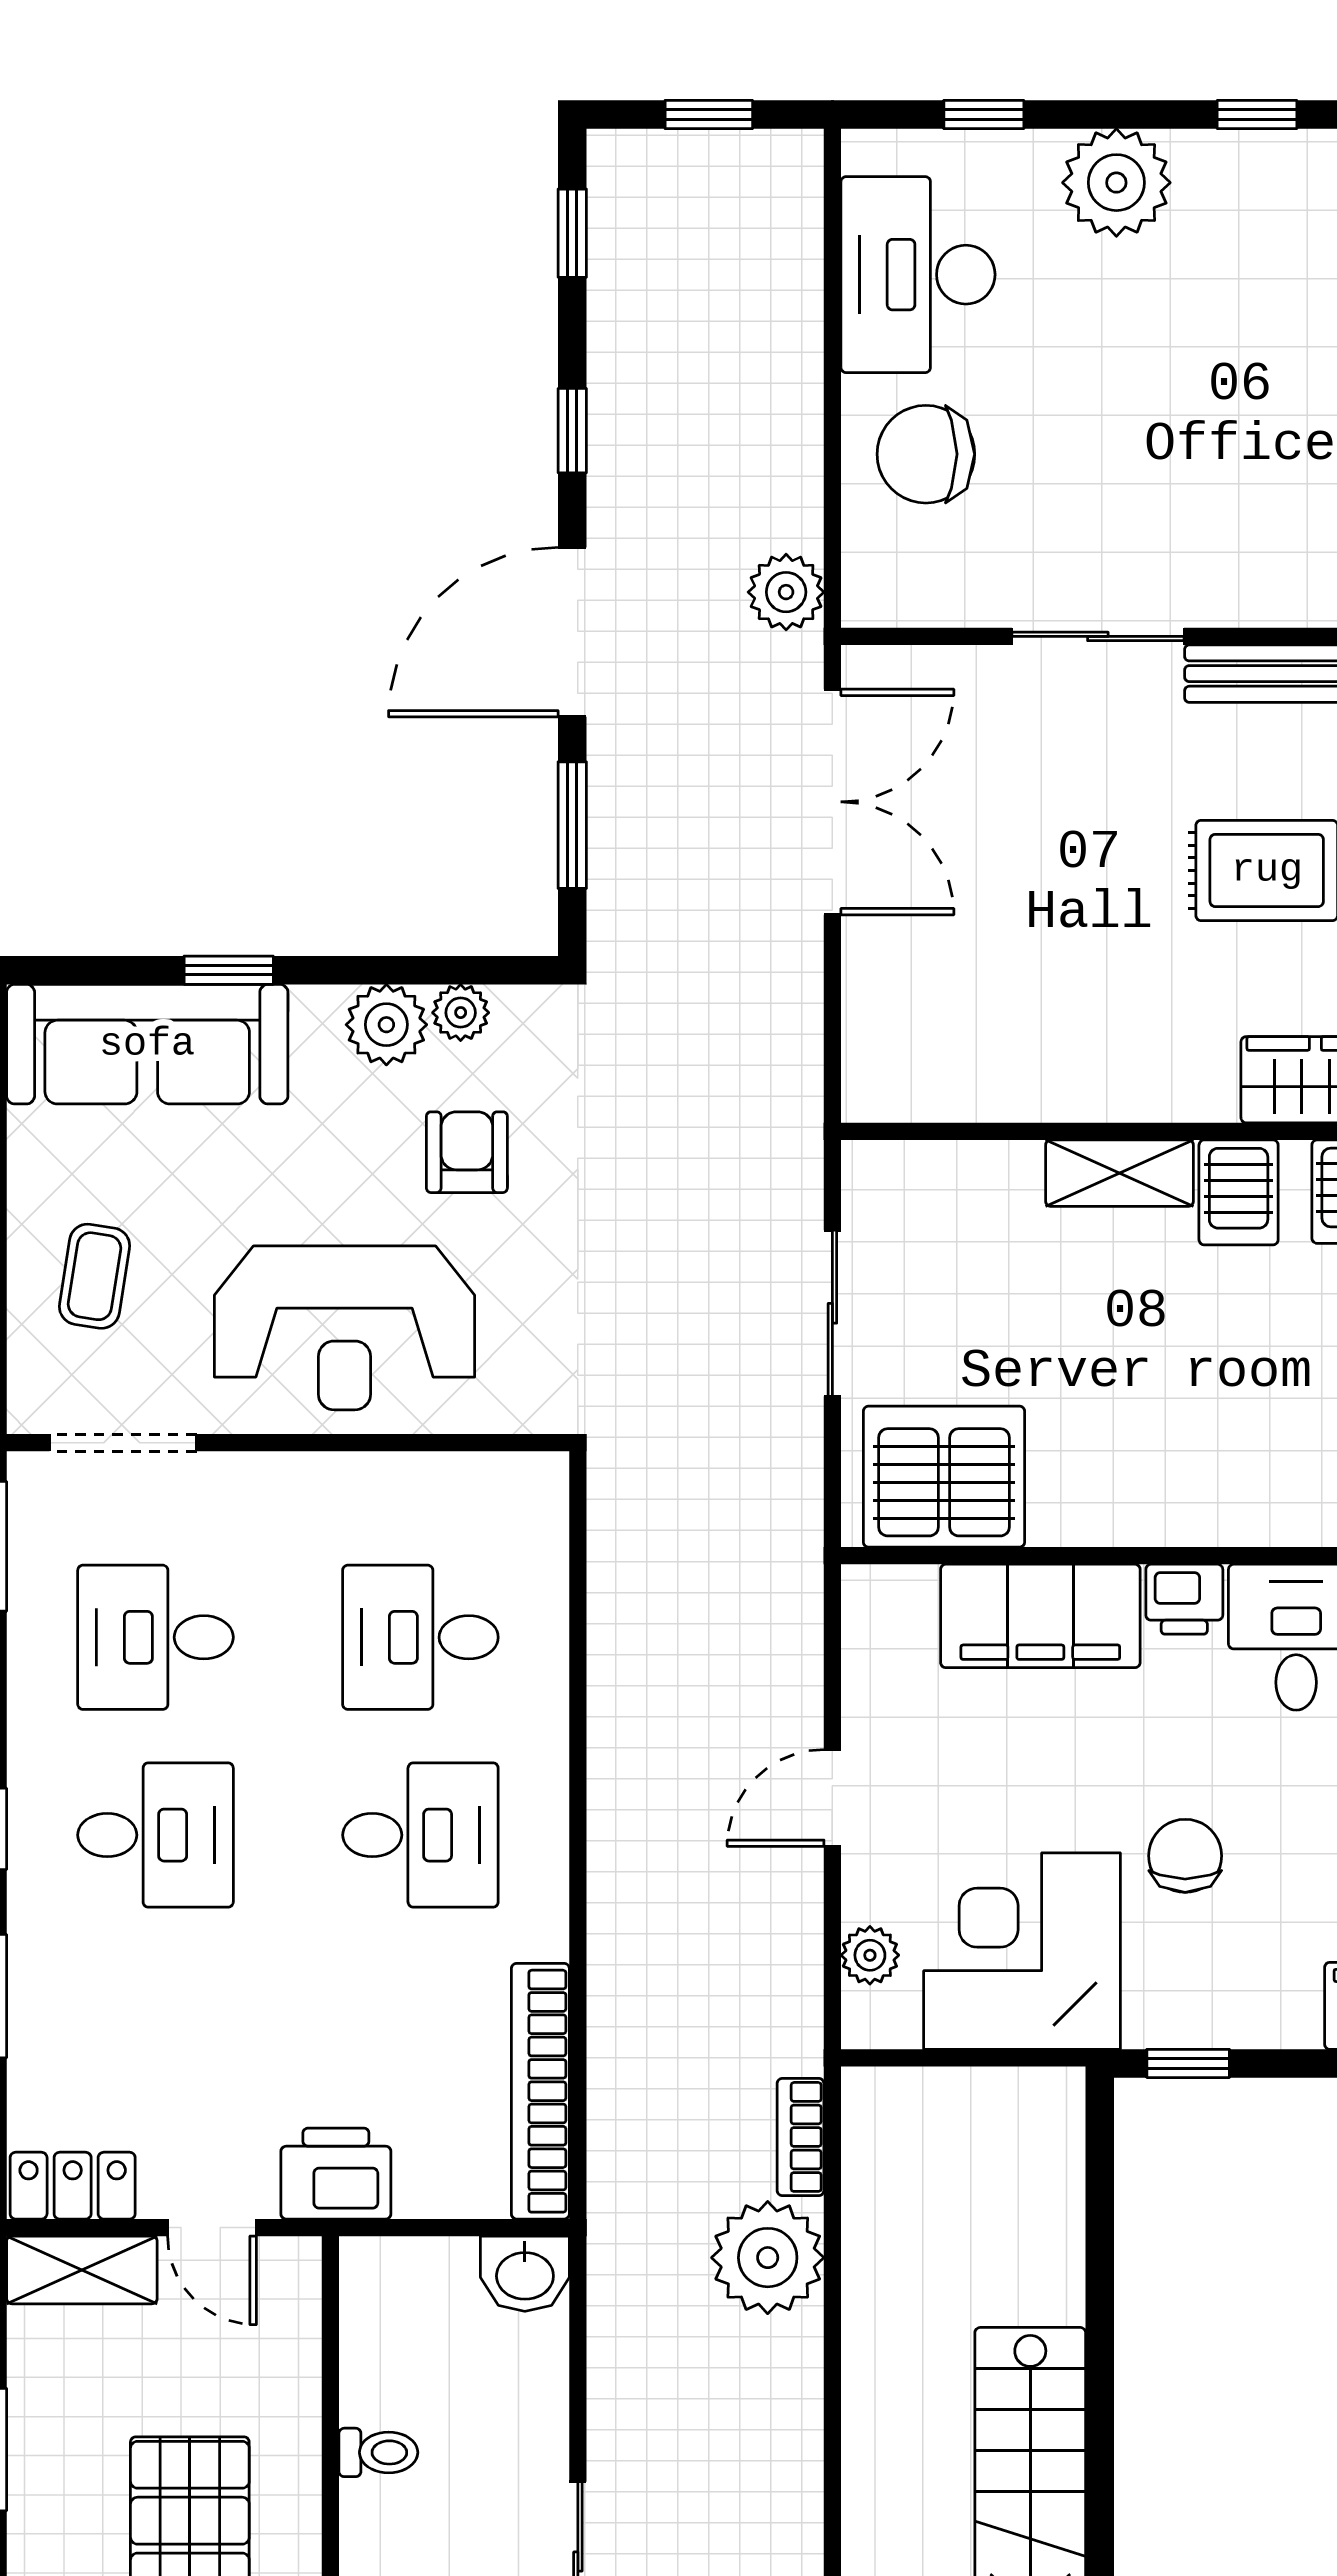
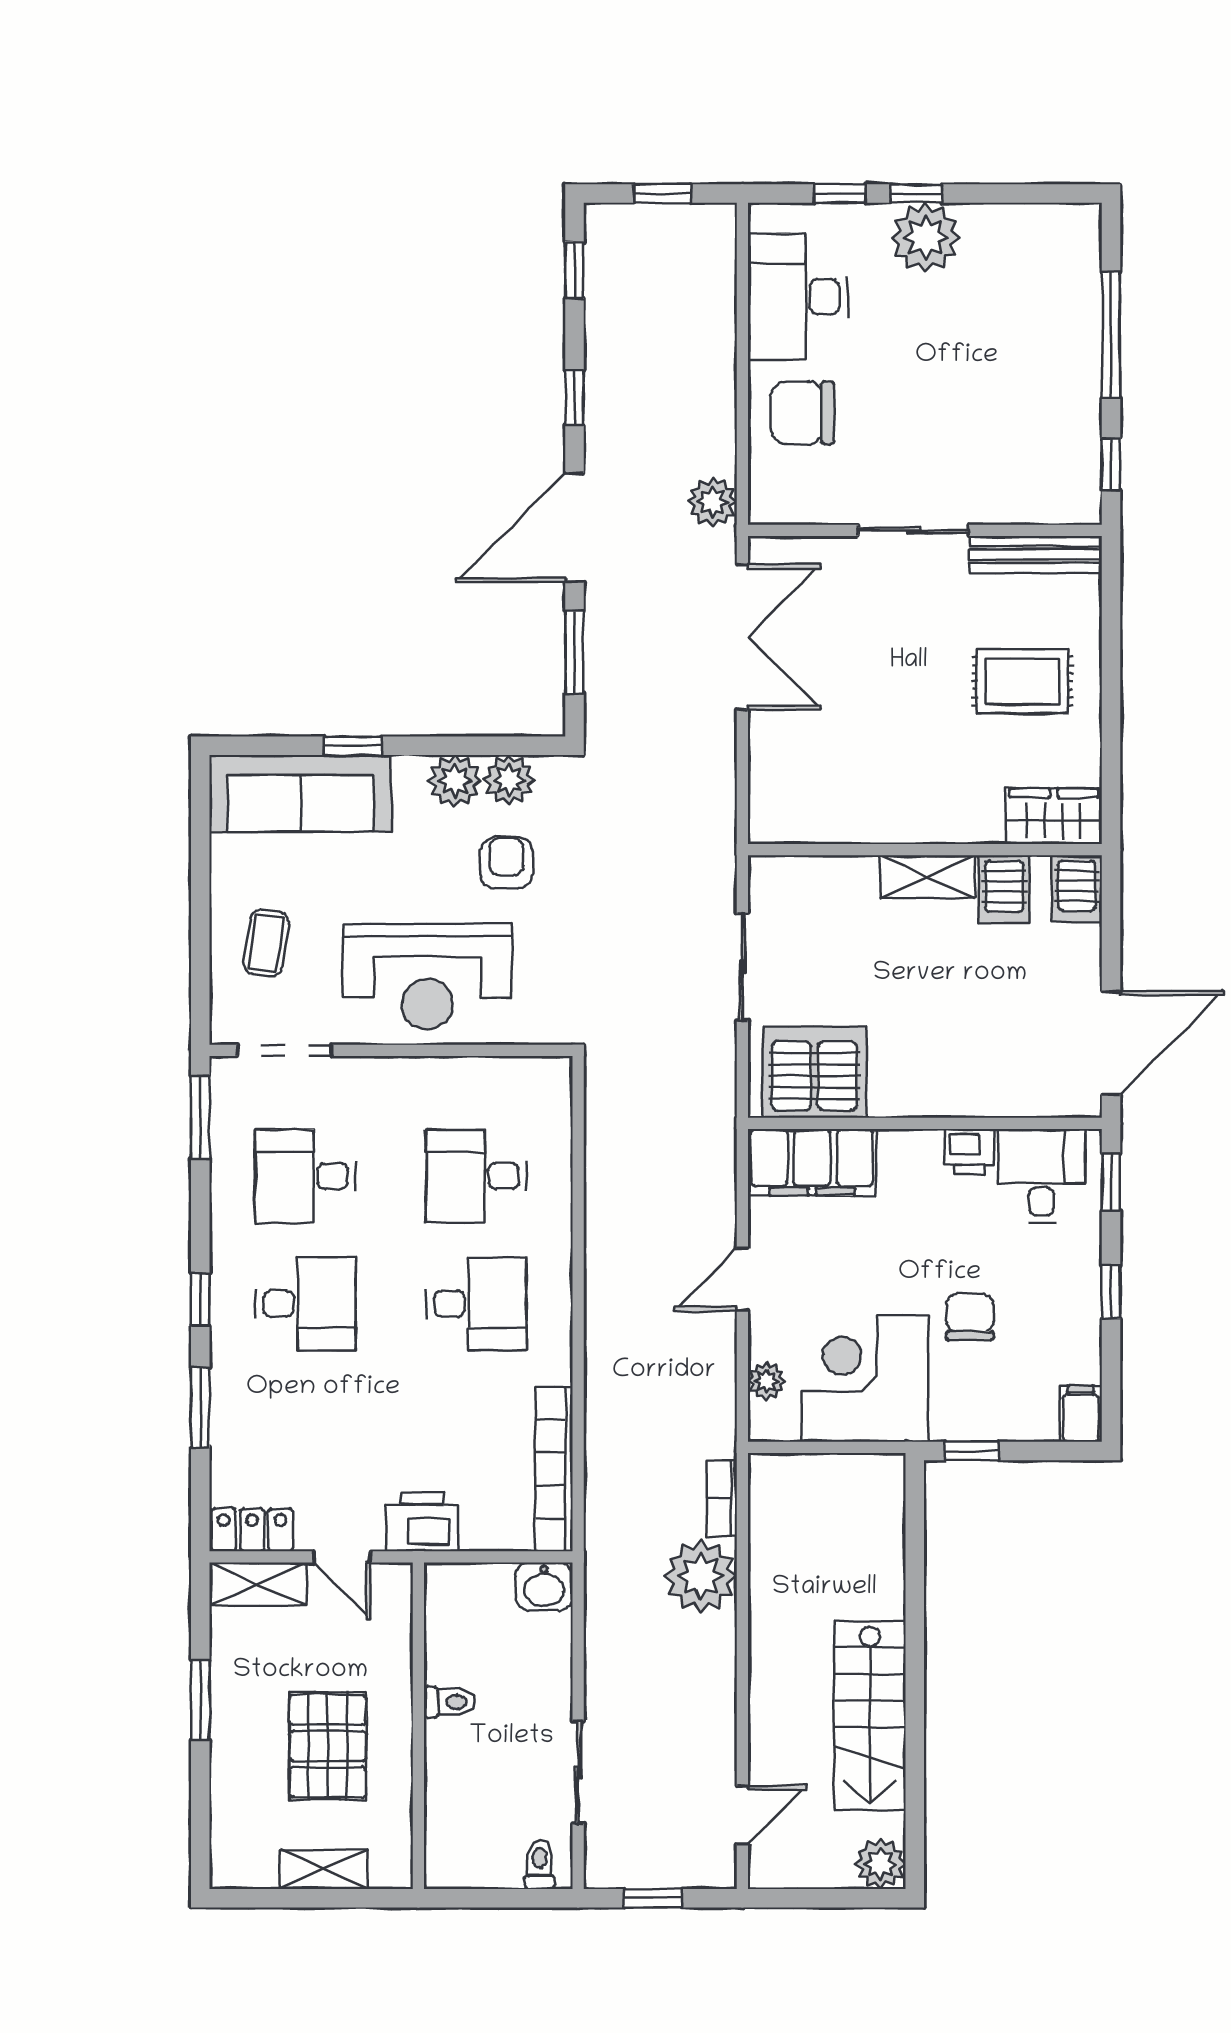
window: (1257, 115) -> (916, 194), moved
plant: (461, 1013) -> (509, 780), width x1.38, depth x1.38
filing cabinet: (1040, 1616) -> (812, 1162), moved

